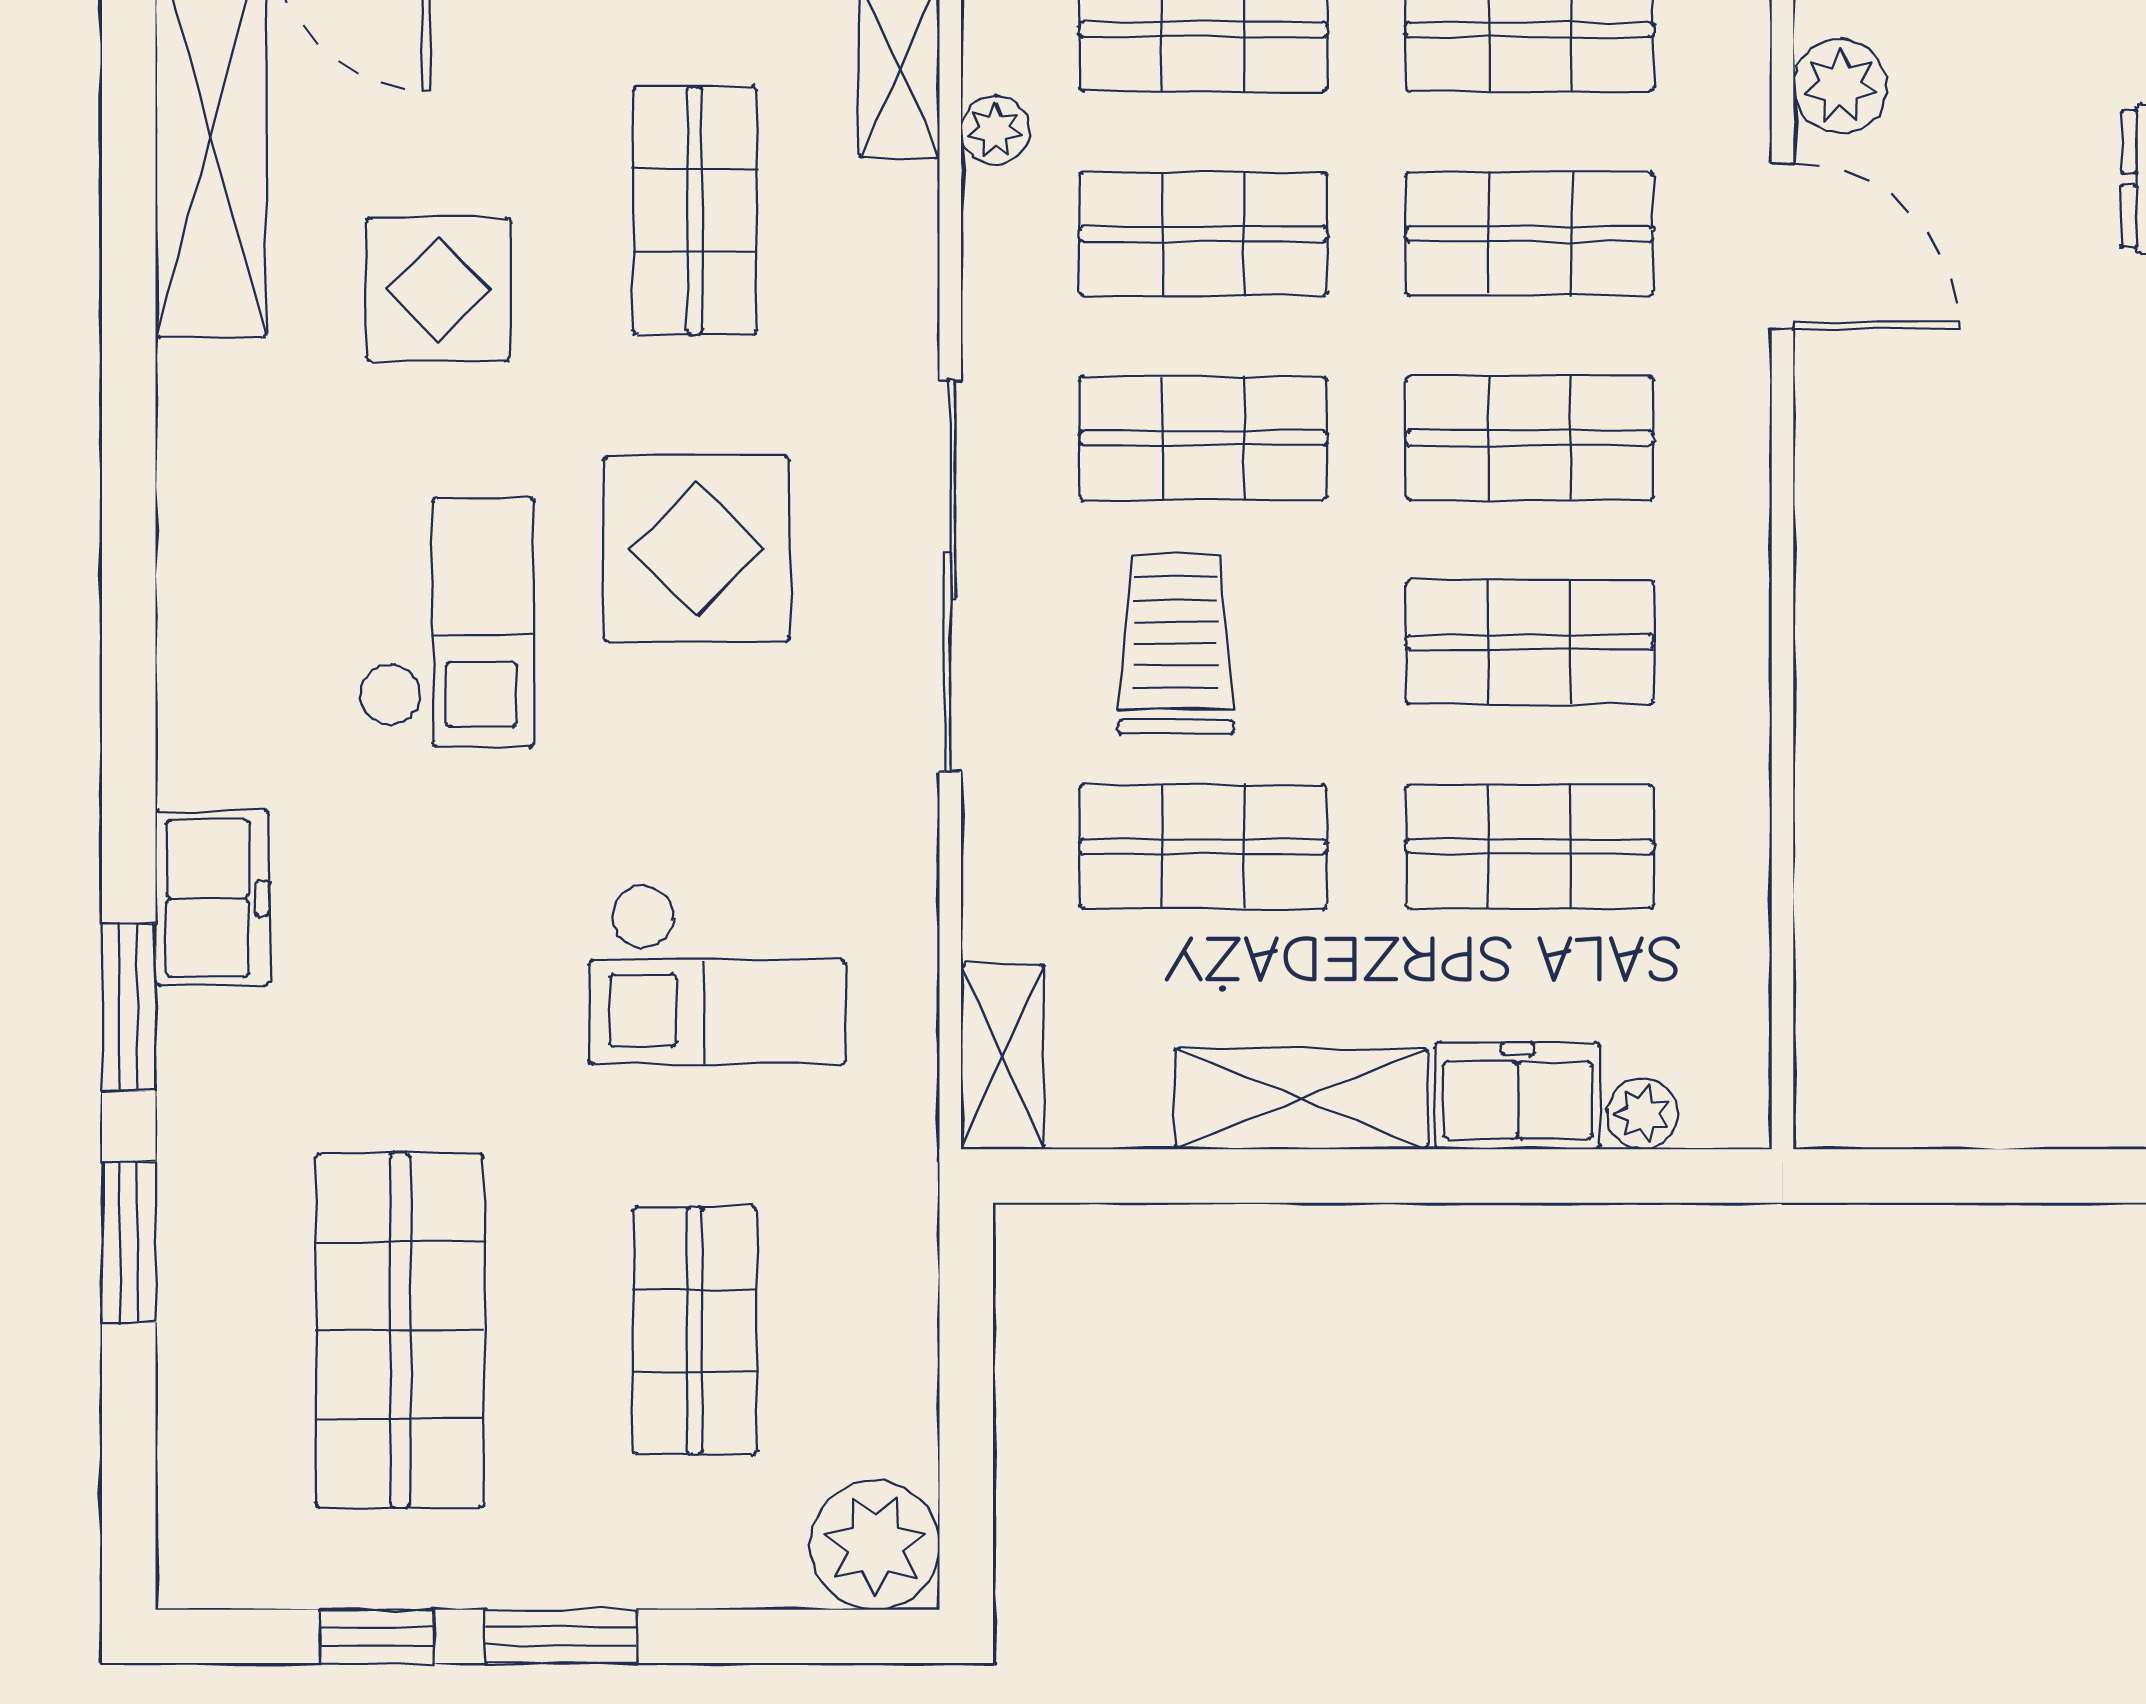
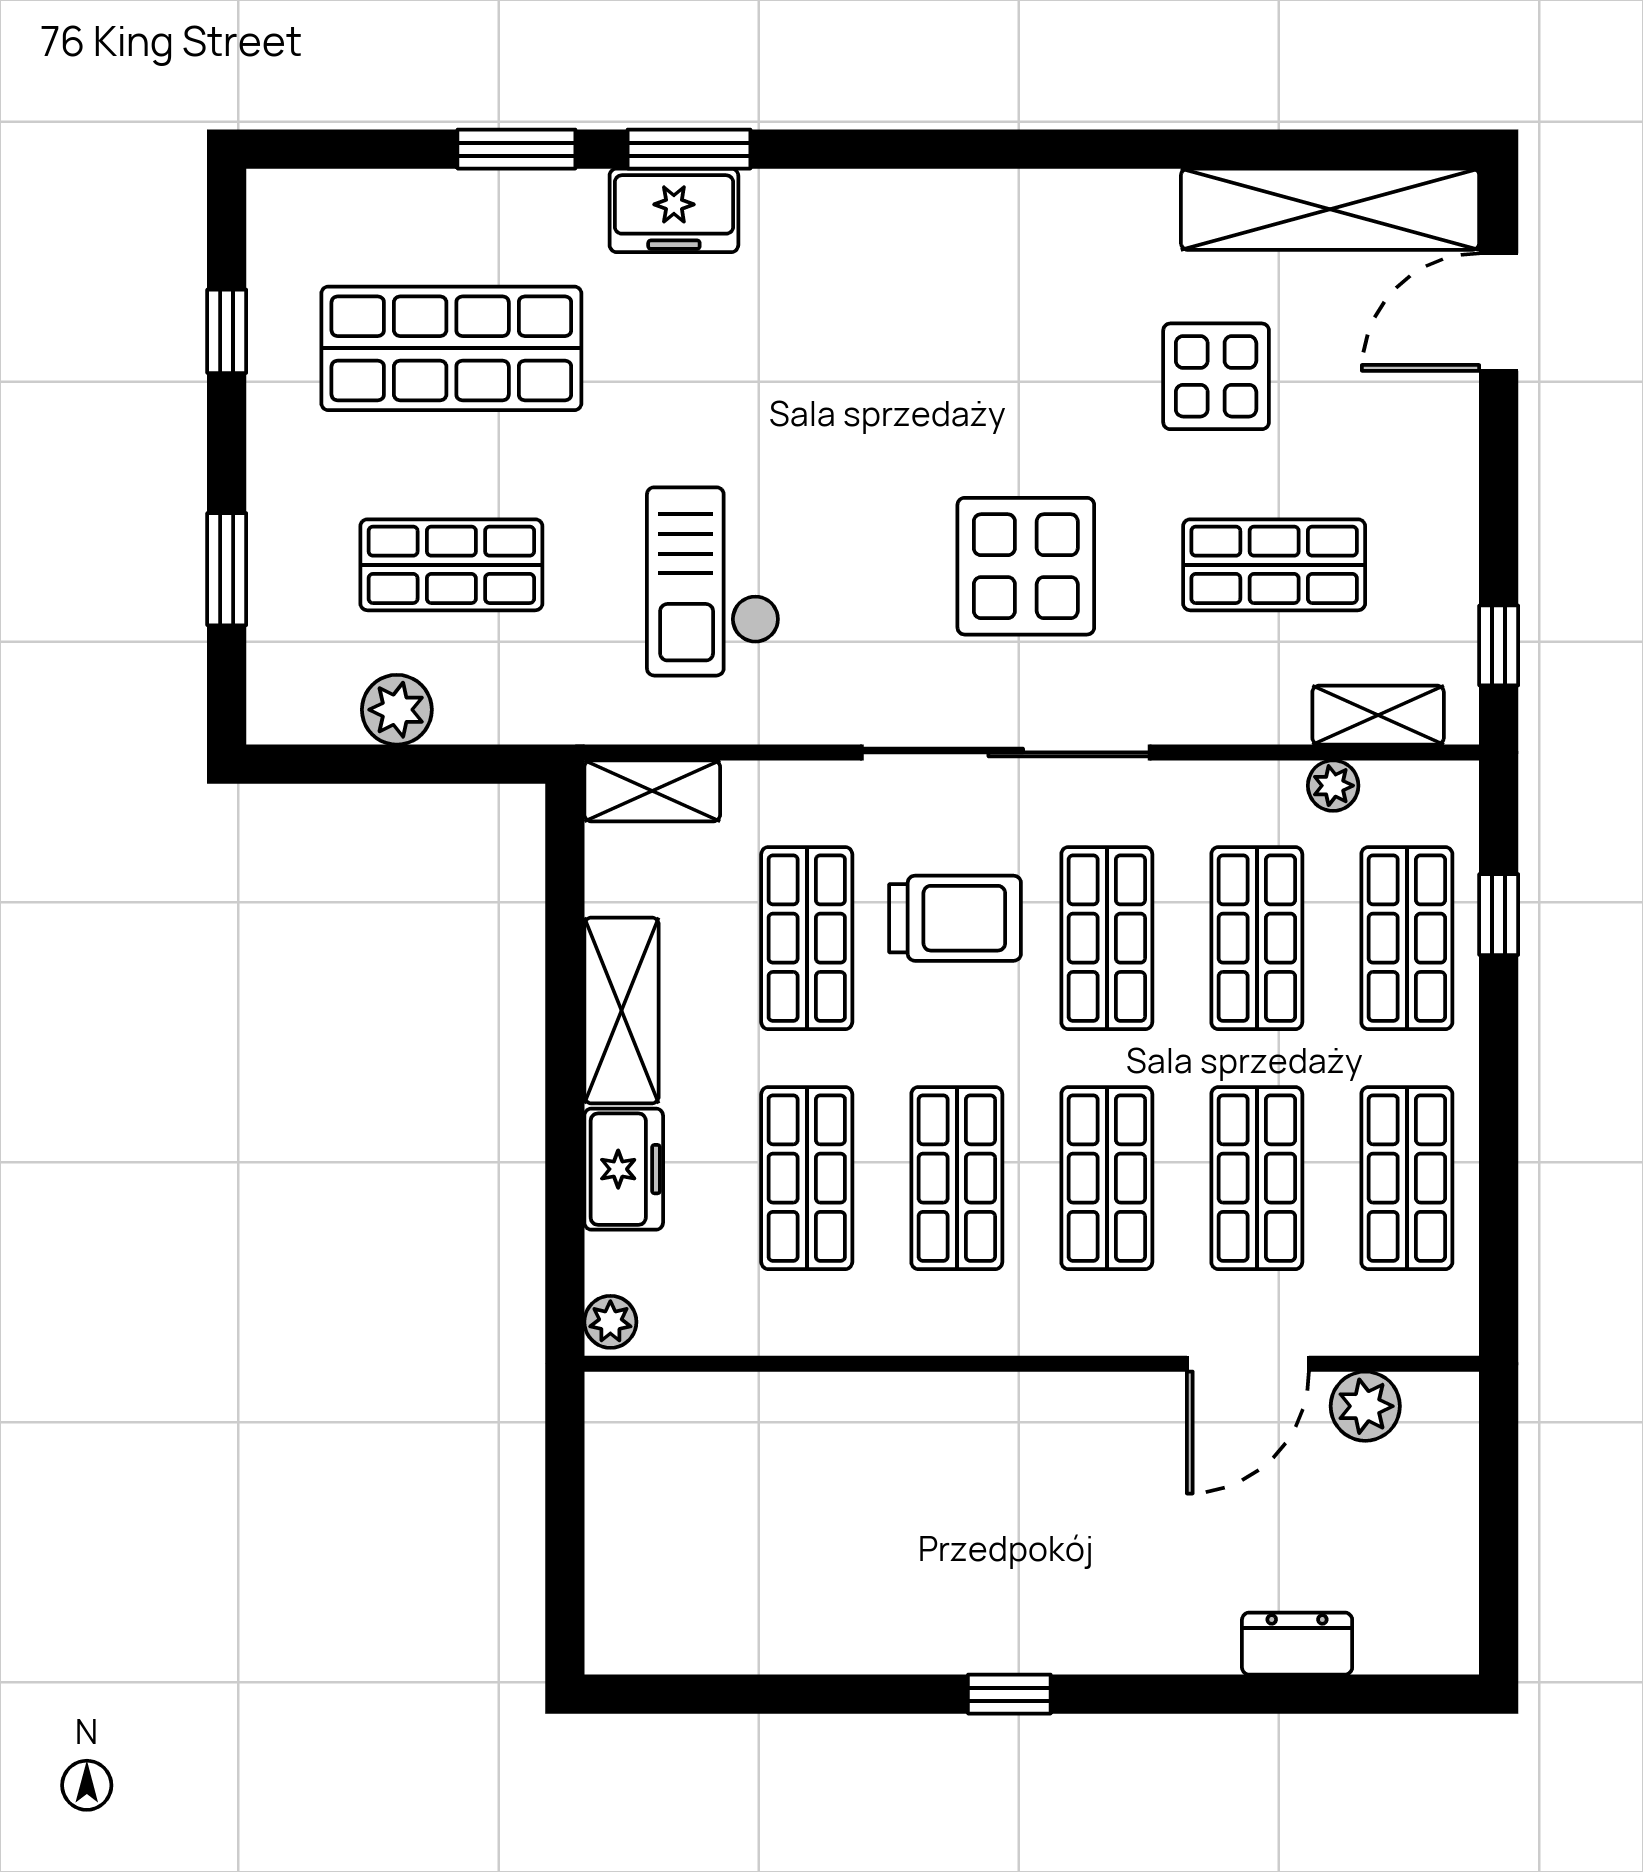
checkout: (446, 622) -> (971, 382), removed
freezer: (212, 898) -> (674, 210), moved
plant: (1642, 1114) -> (610, 1322), moved
plant: (875, 1545) -> (397, 710), moved, width x0.73, depth x0.73
window: (561, 1636) -> (227, 569), moved

